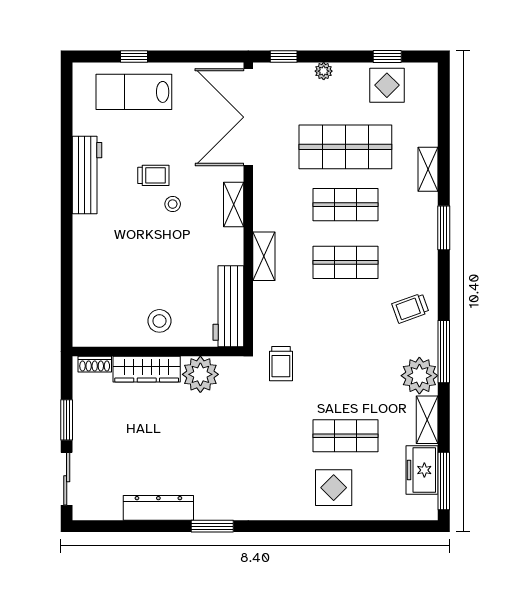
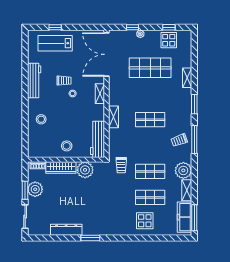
window: (284, 57) -> (132, 27), moved
shop shelf: (345, 205) -> (150, 171), moved
stool: (103, 262) -> (41, 119), added
window: (444, 352) -> (194, 140), moved
plant: (89, 418) -> (35, 189), added
freezer: (422, 470) -> (184, 217), width x1.40

